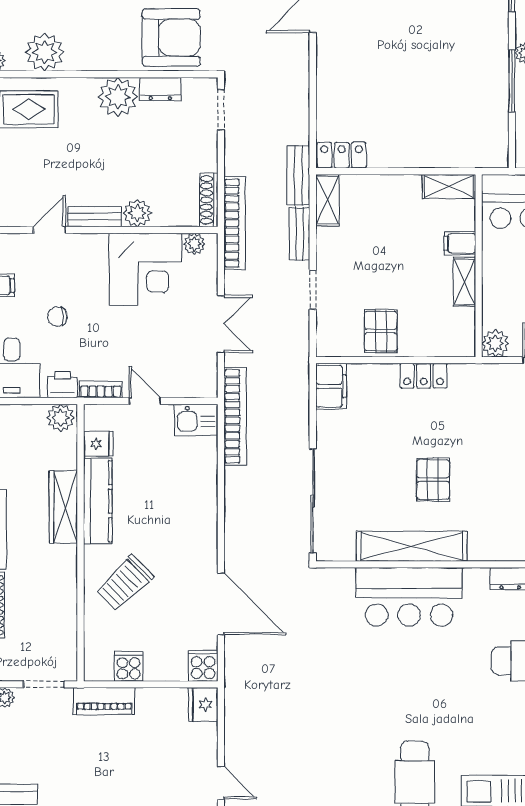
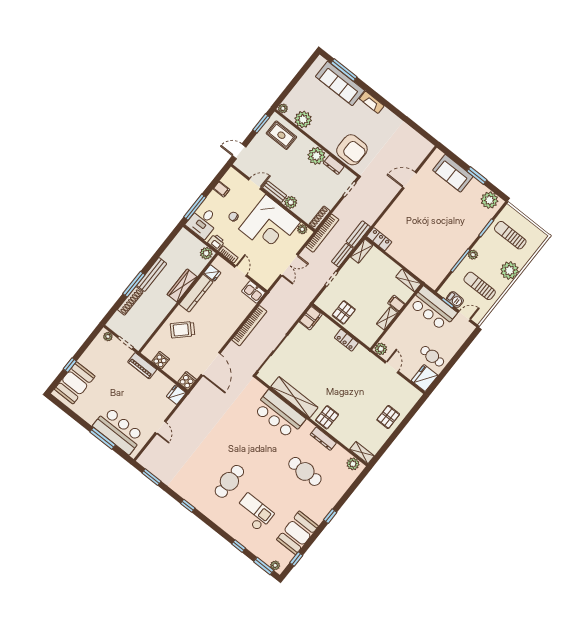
corner desk: (145, 269) -> (270, 225), width x1.36, depth x1.36
bookcase: (235, 416) -> (249, 326), moved
pallet: (433, 480) -> (327, 417), moved

